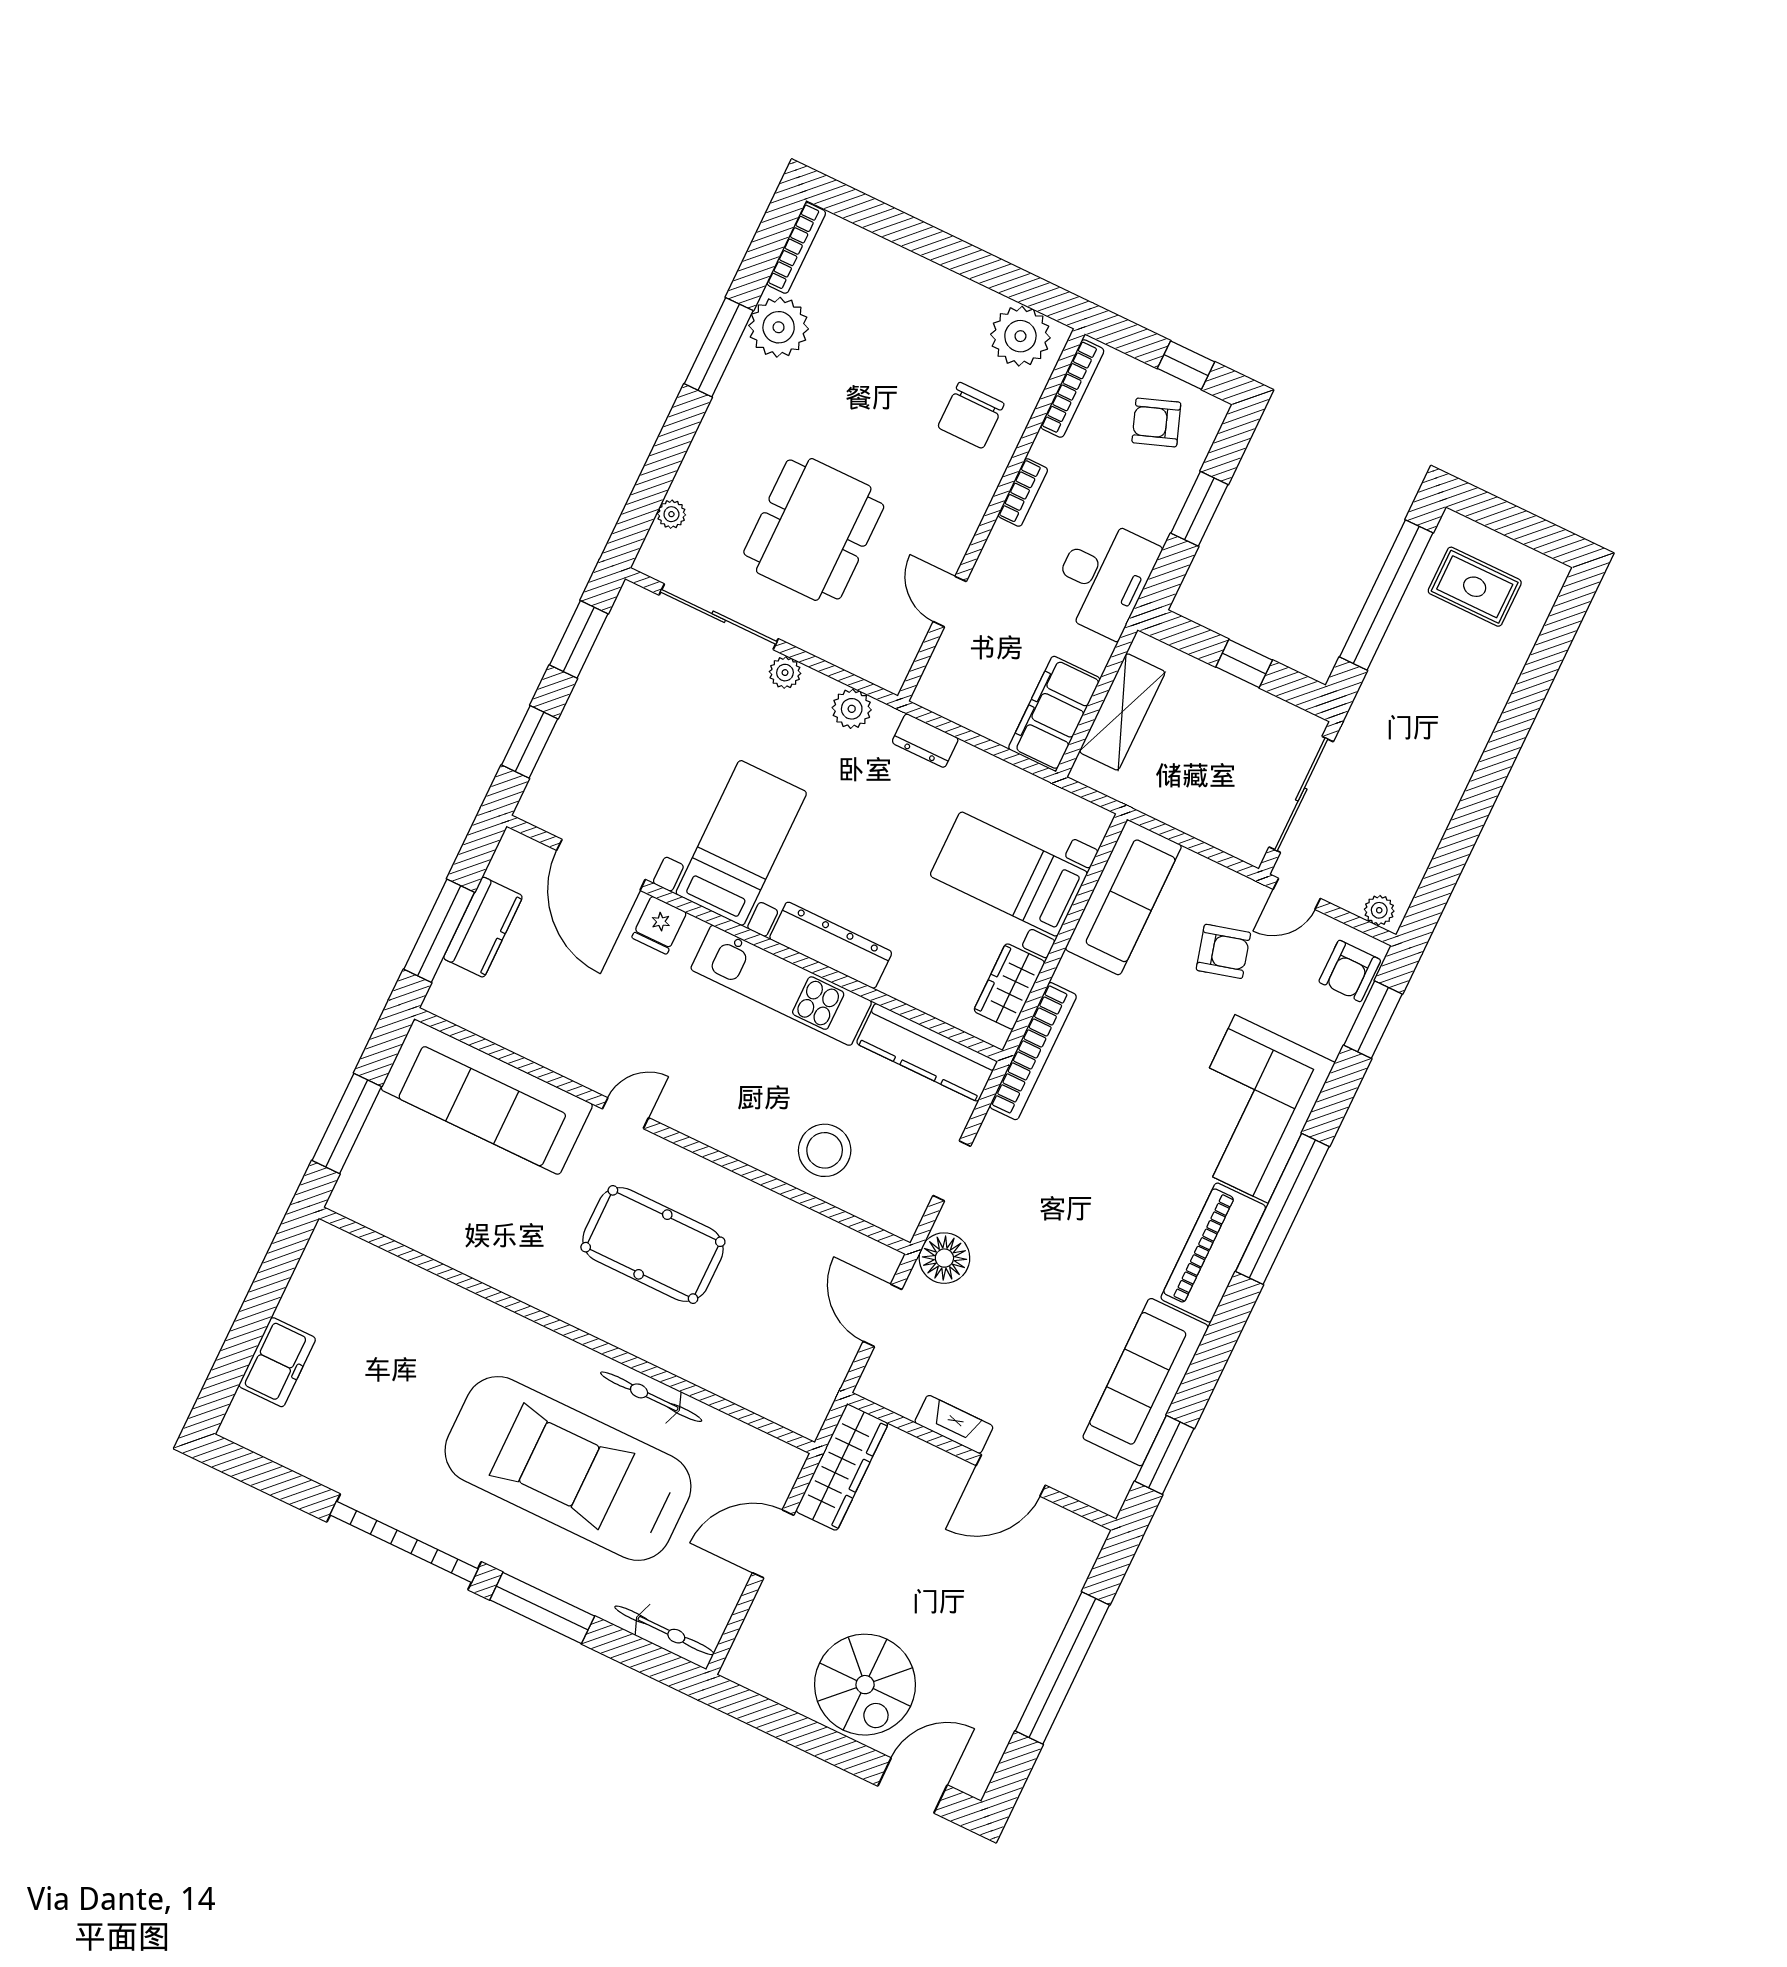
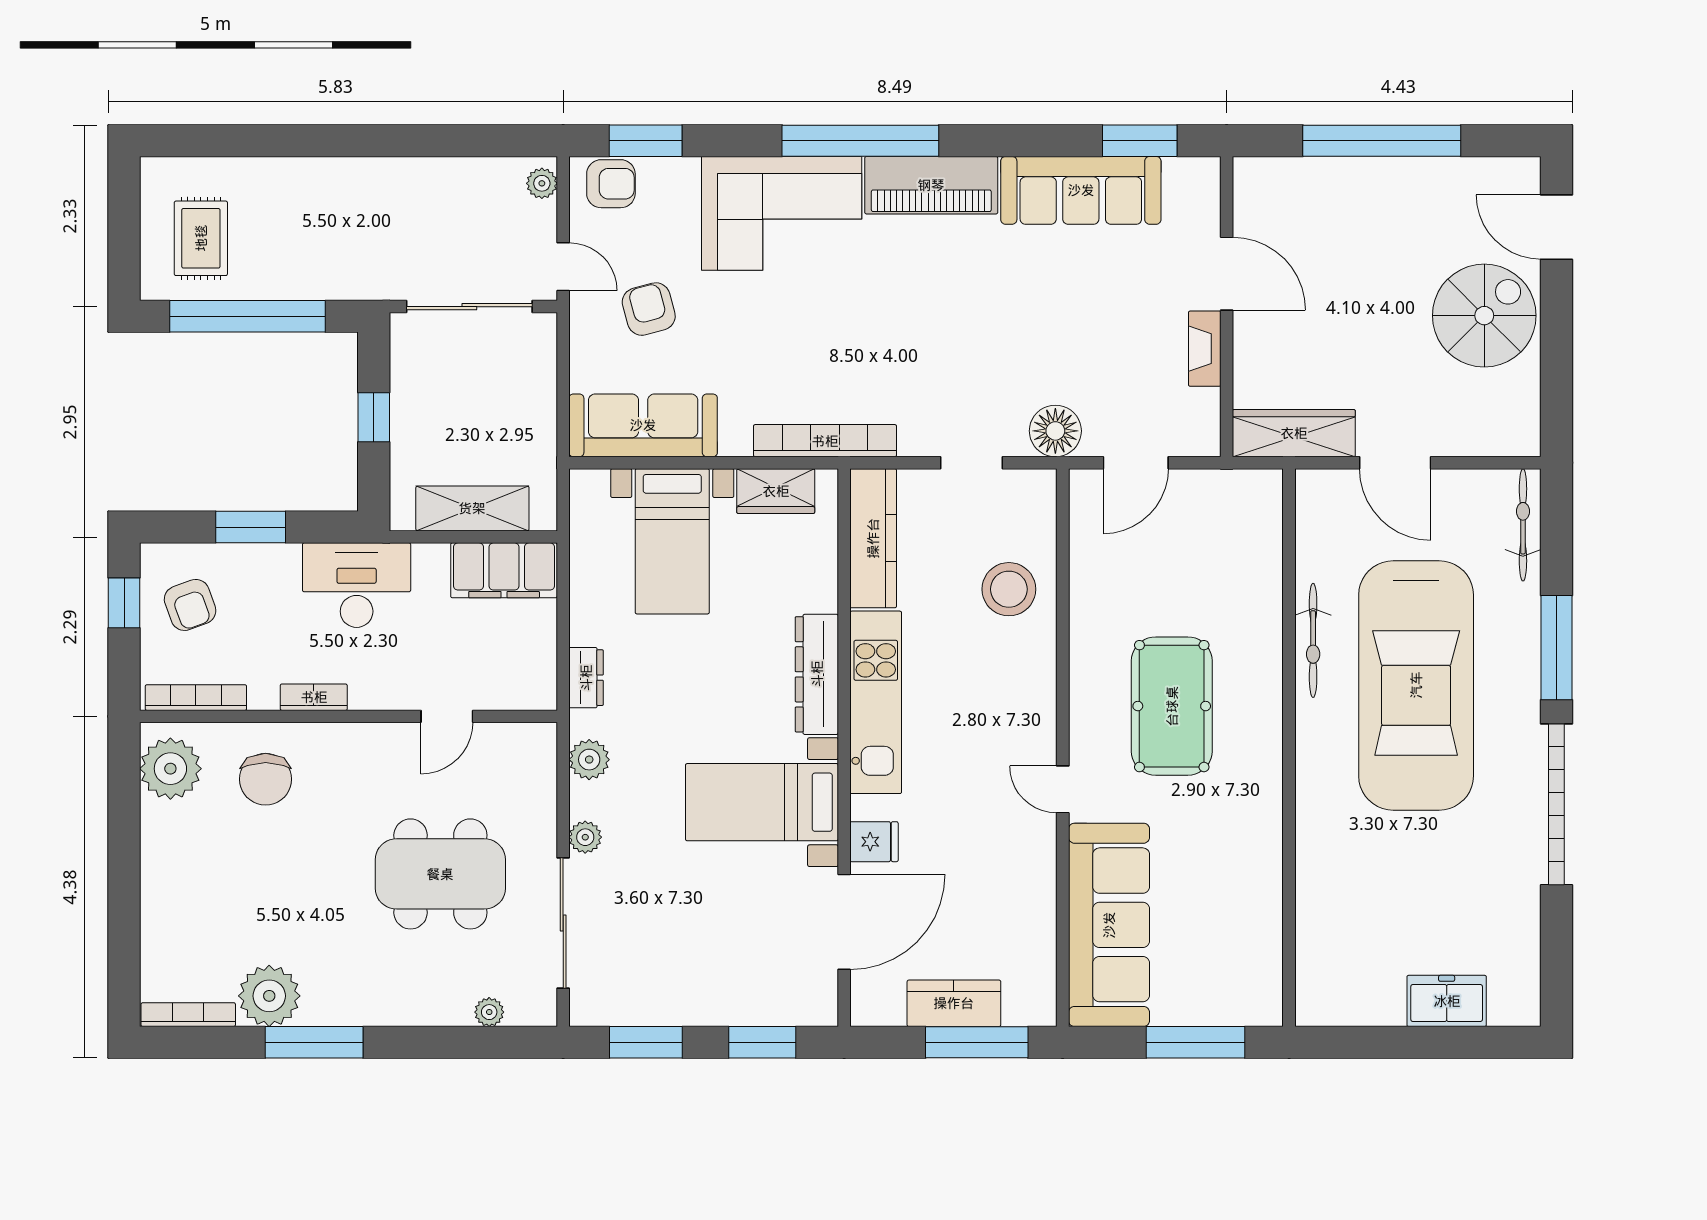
chair: (971, 415) -> (266, 779), turned 90

